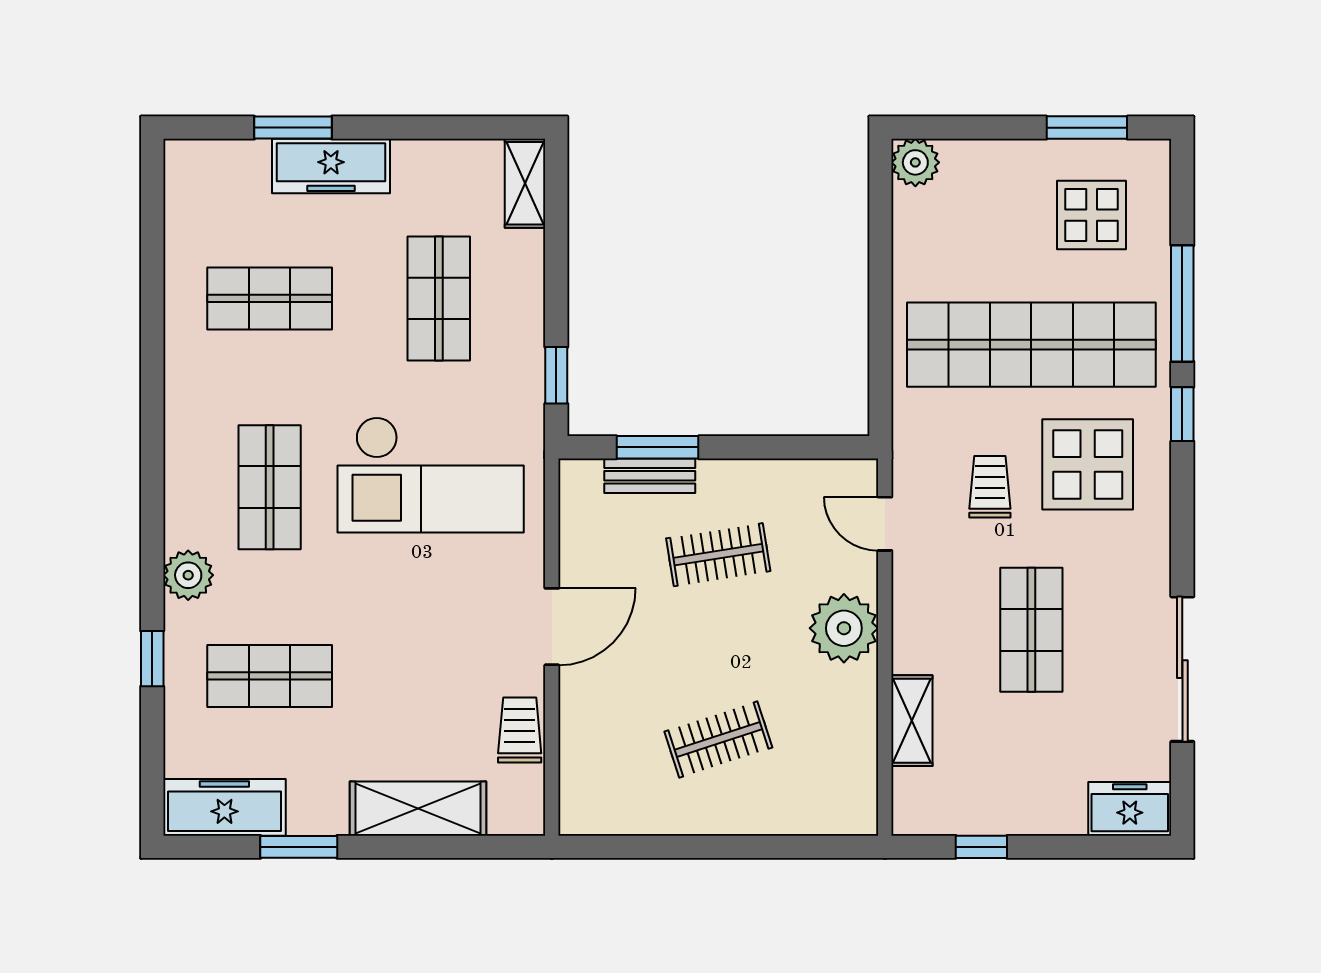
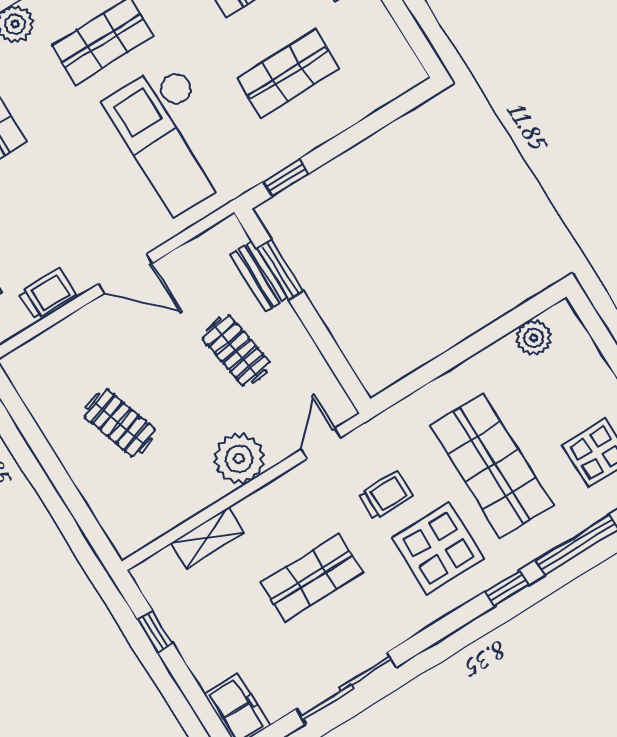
plant: (915, 162) -> (534, 338), moved
shelving: (525, 183) -> (395, 83), removed
shop shelf: (1031, 345) -> (492, 465), width x0.71

